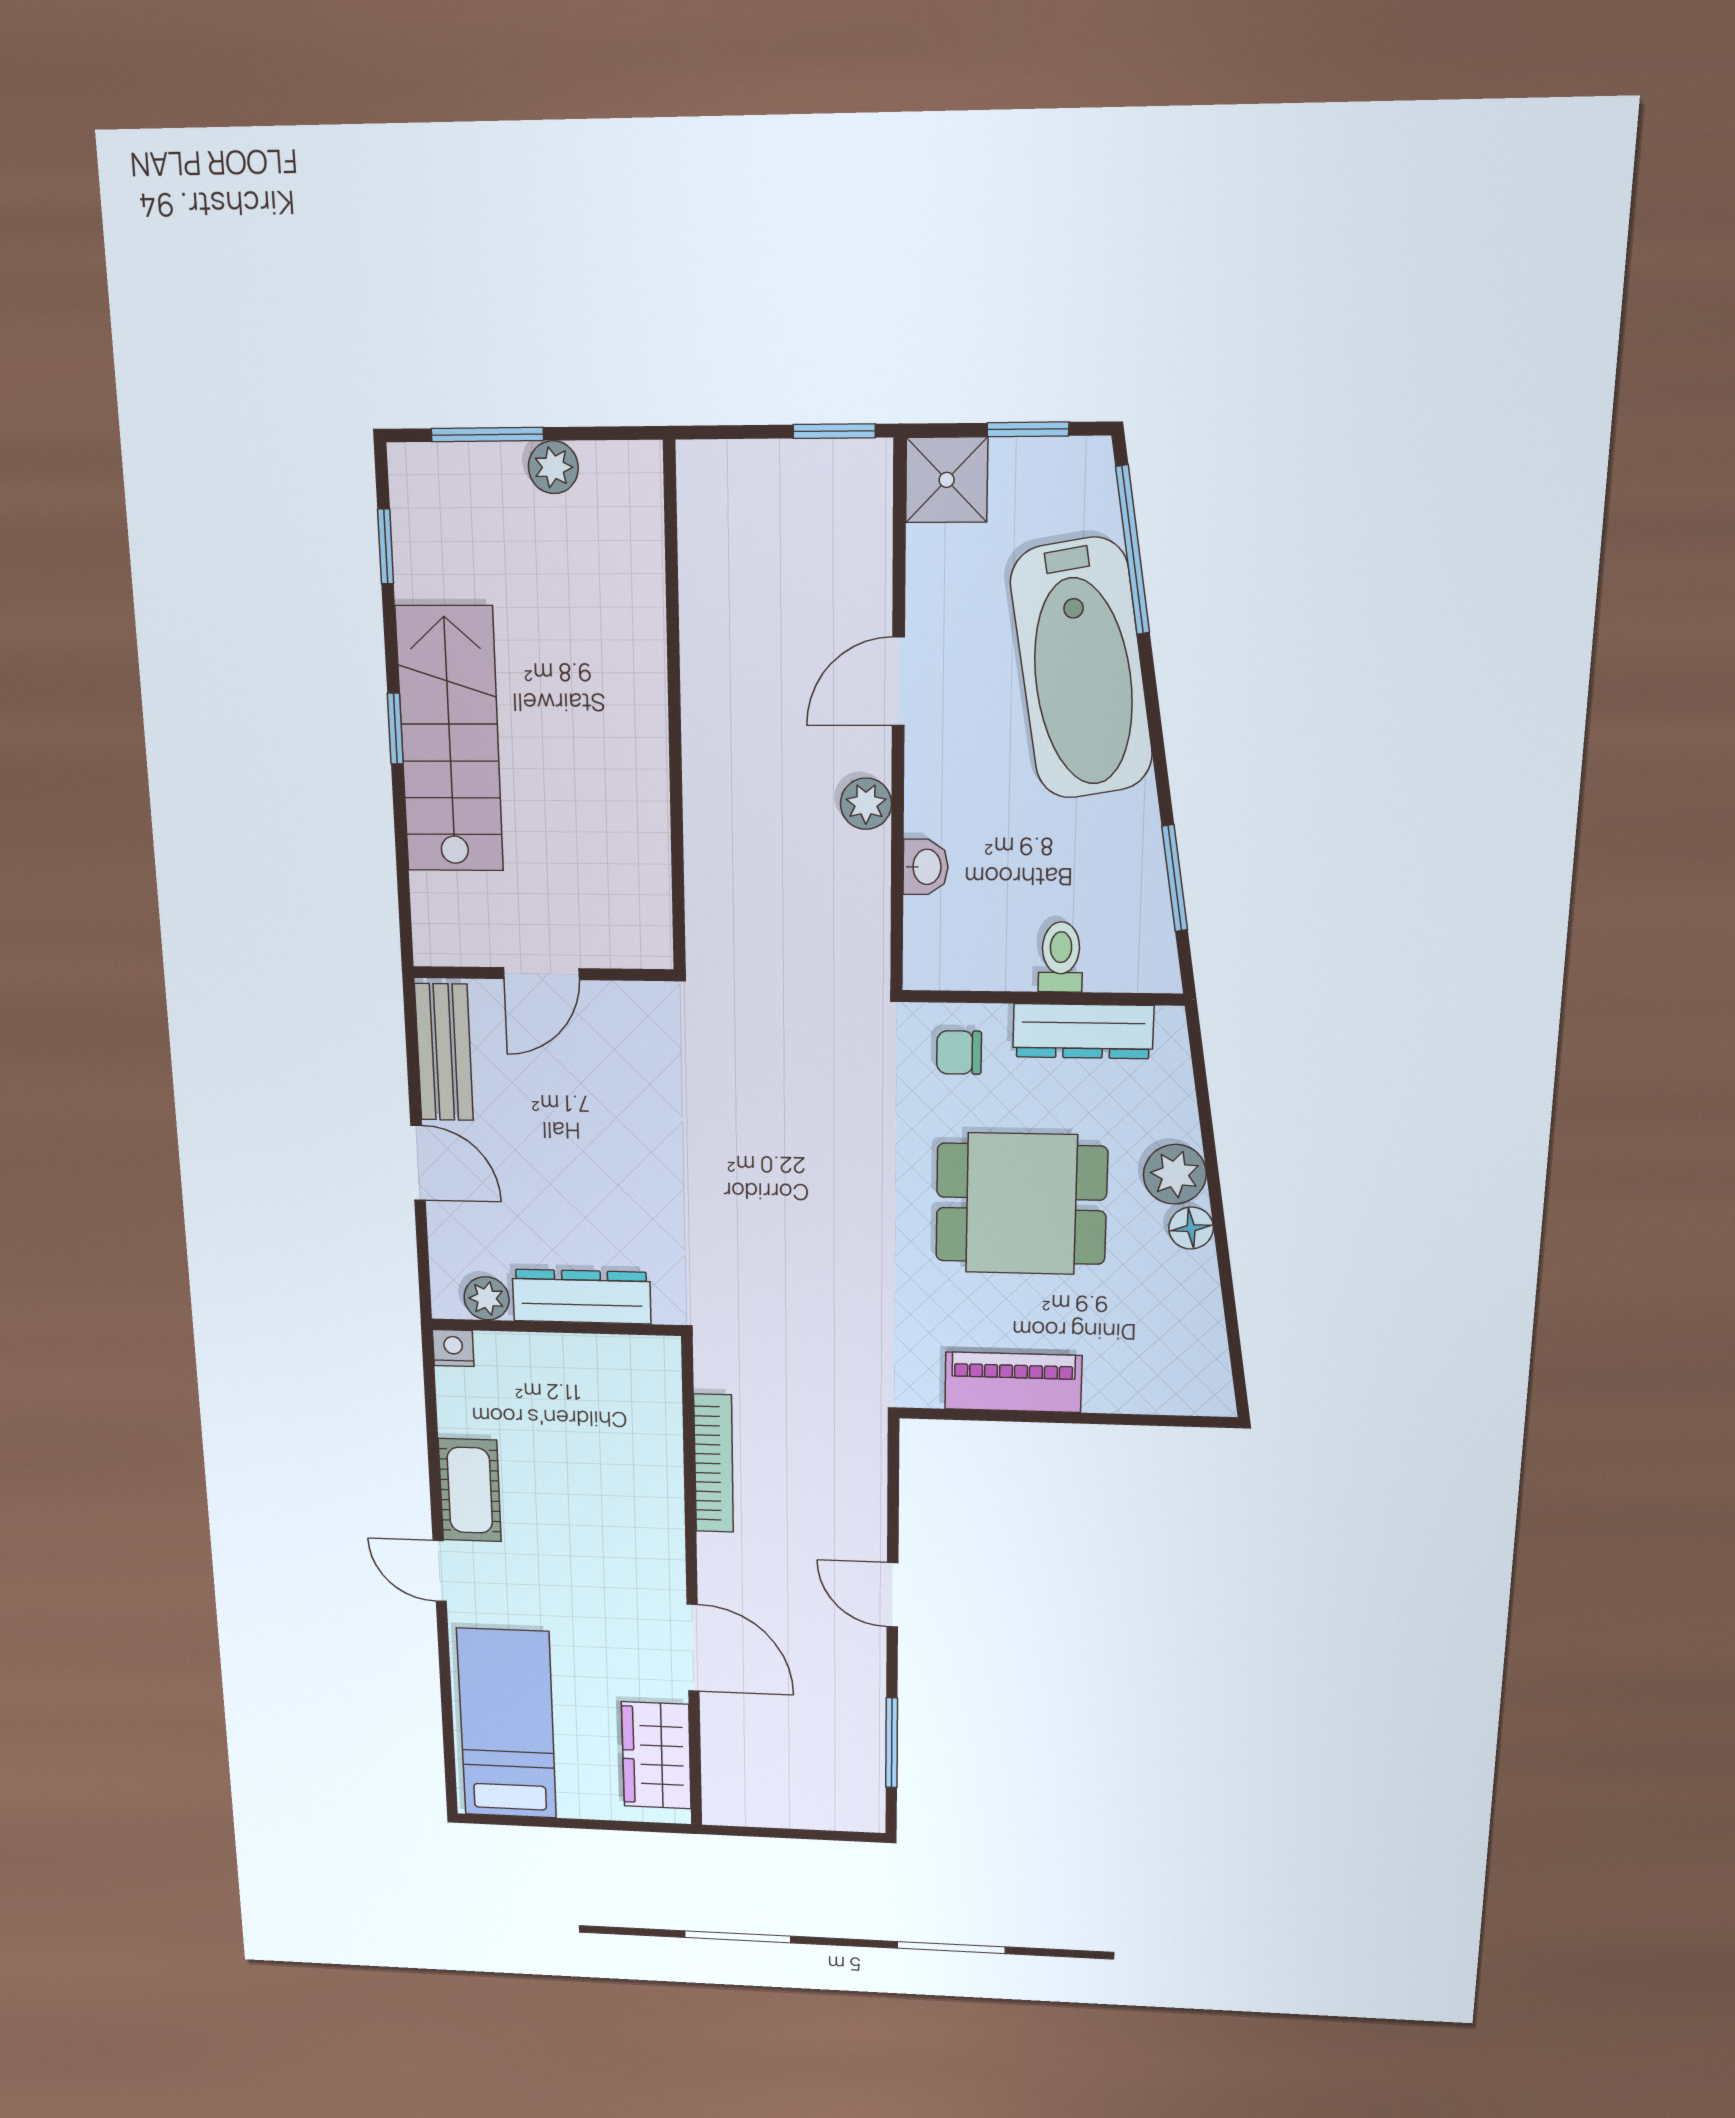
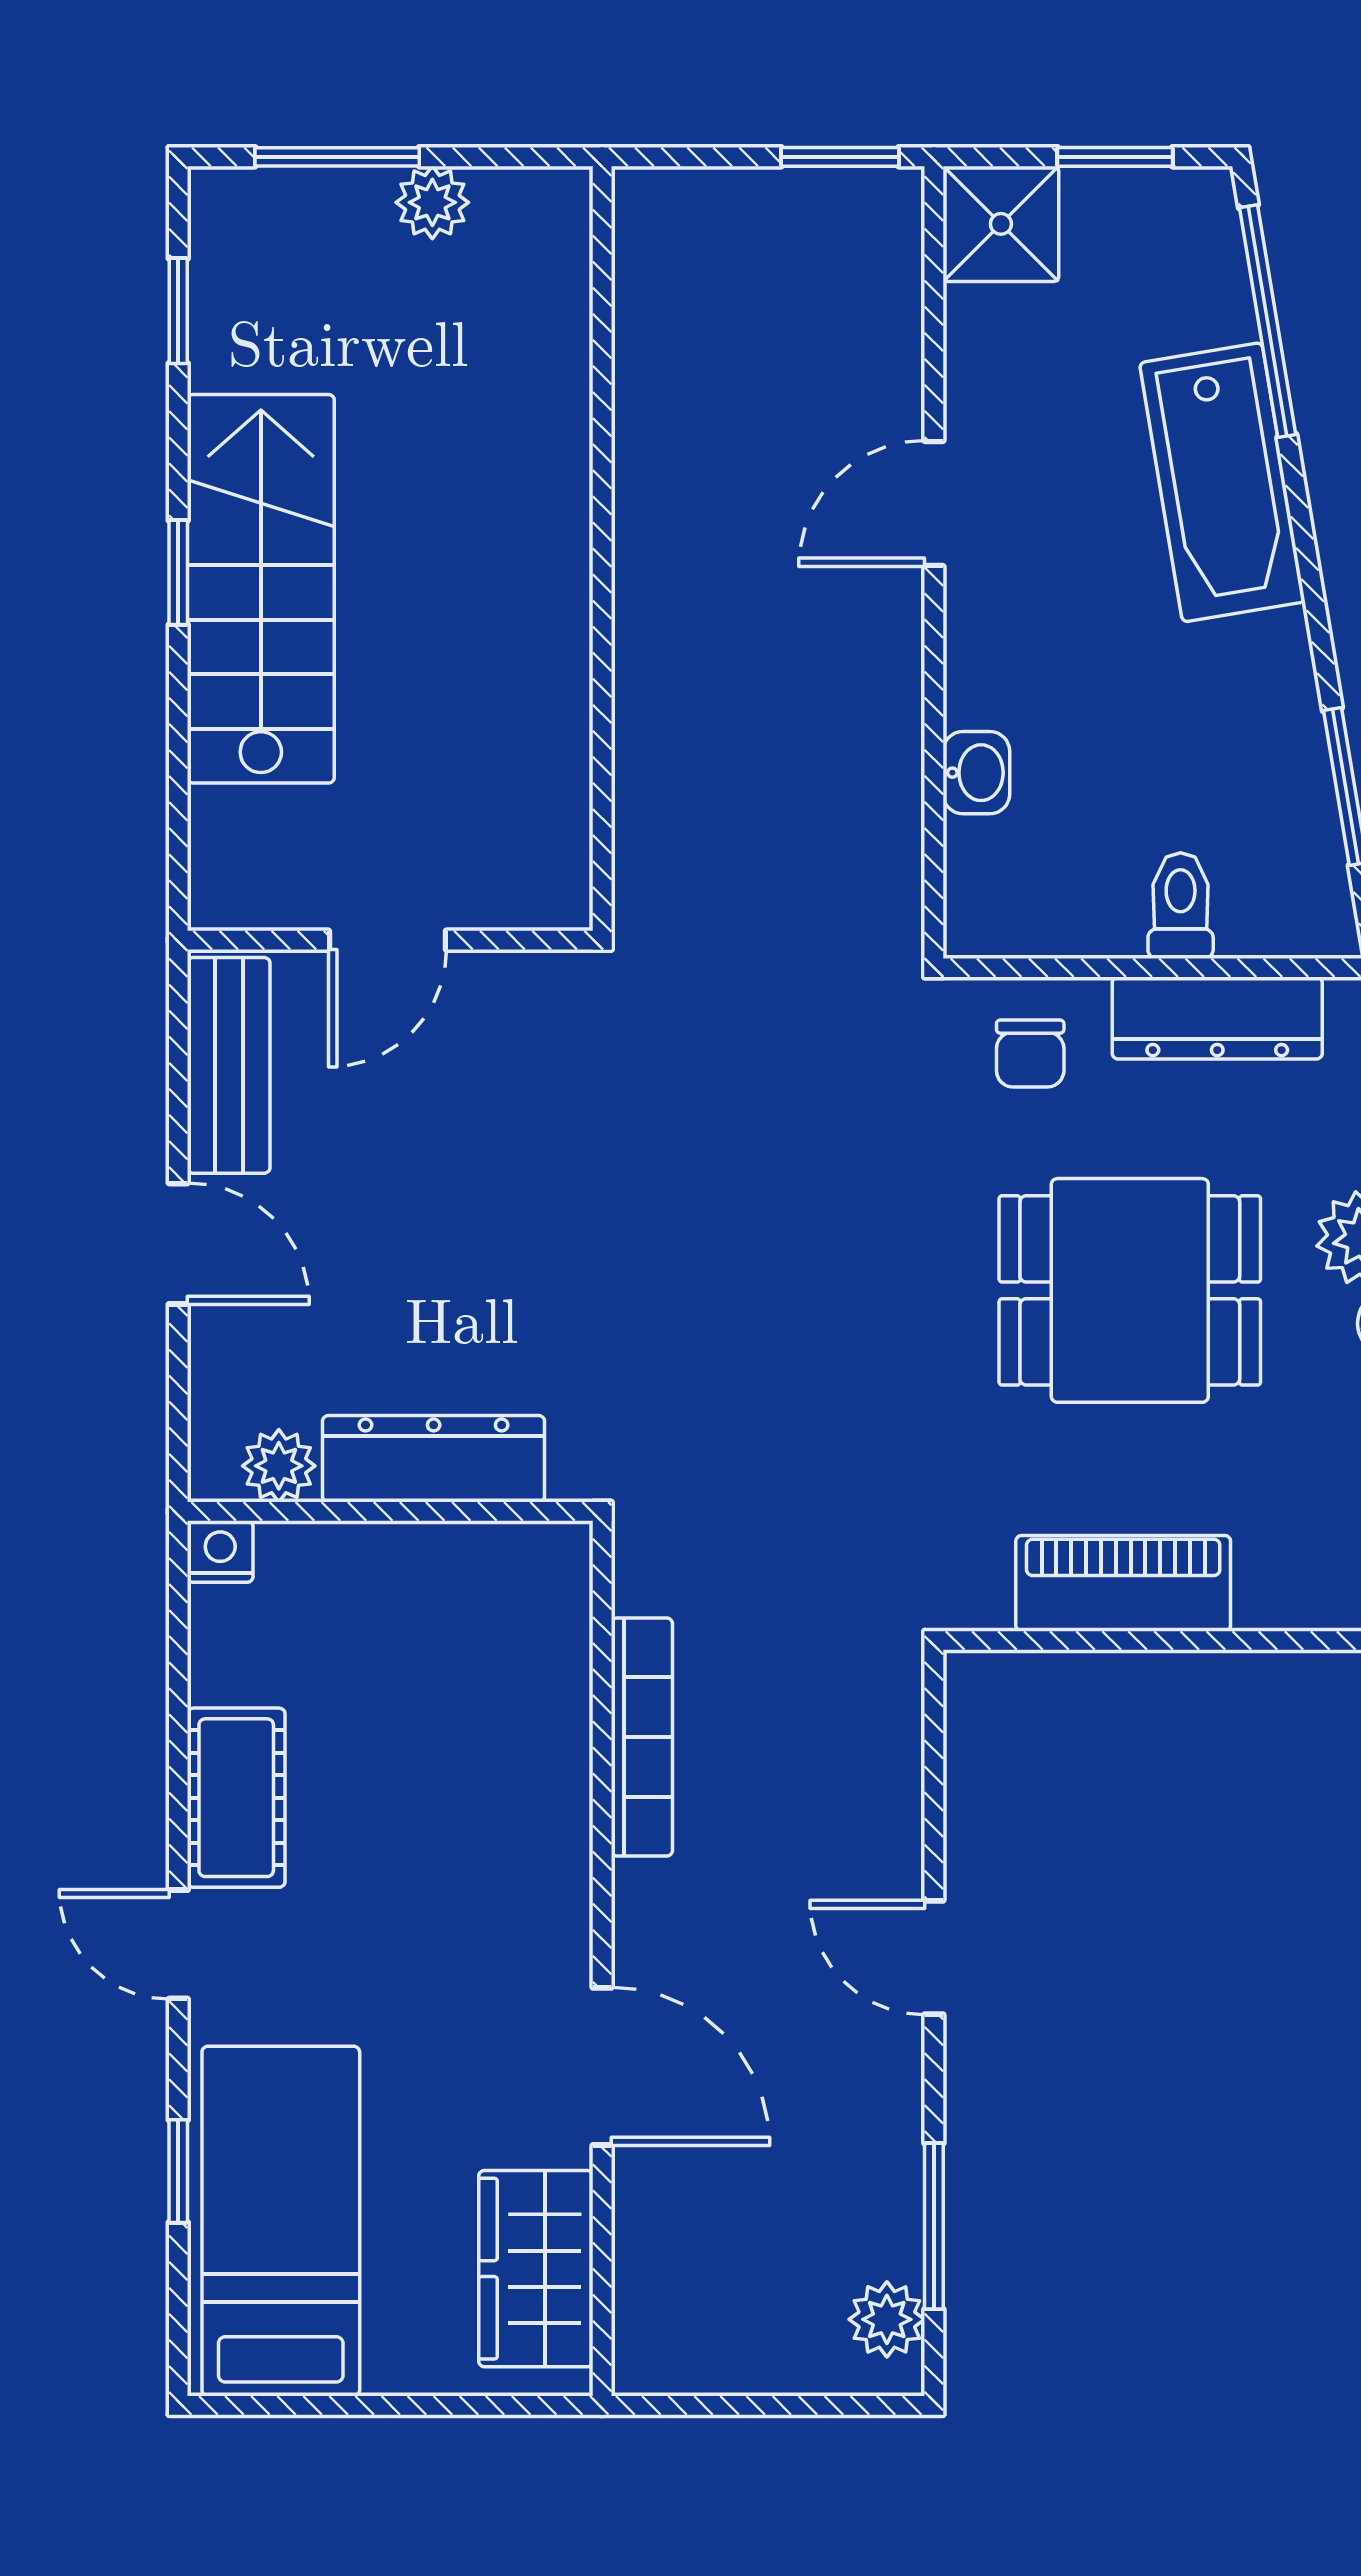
bathtub: (1082, 669) -> (1222, 482), width x0.73, depth x0.73
plant: (866, 804) -> (887, 2319), moved
chair: (959, 1052) -> (1030, 1053), turned -90
window: (446, 1695) -> (178, 2171), added

